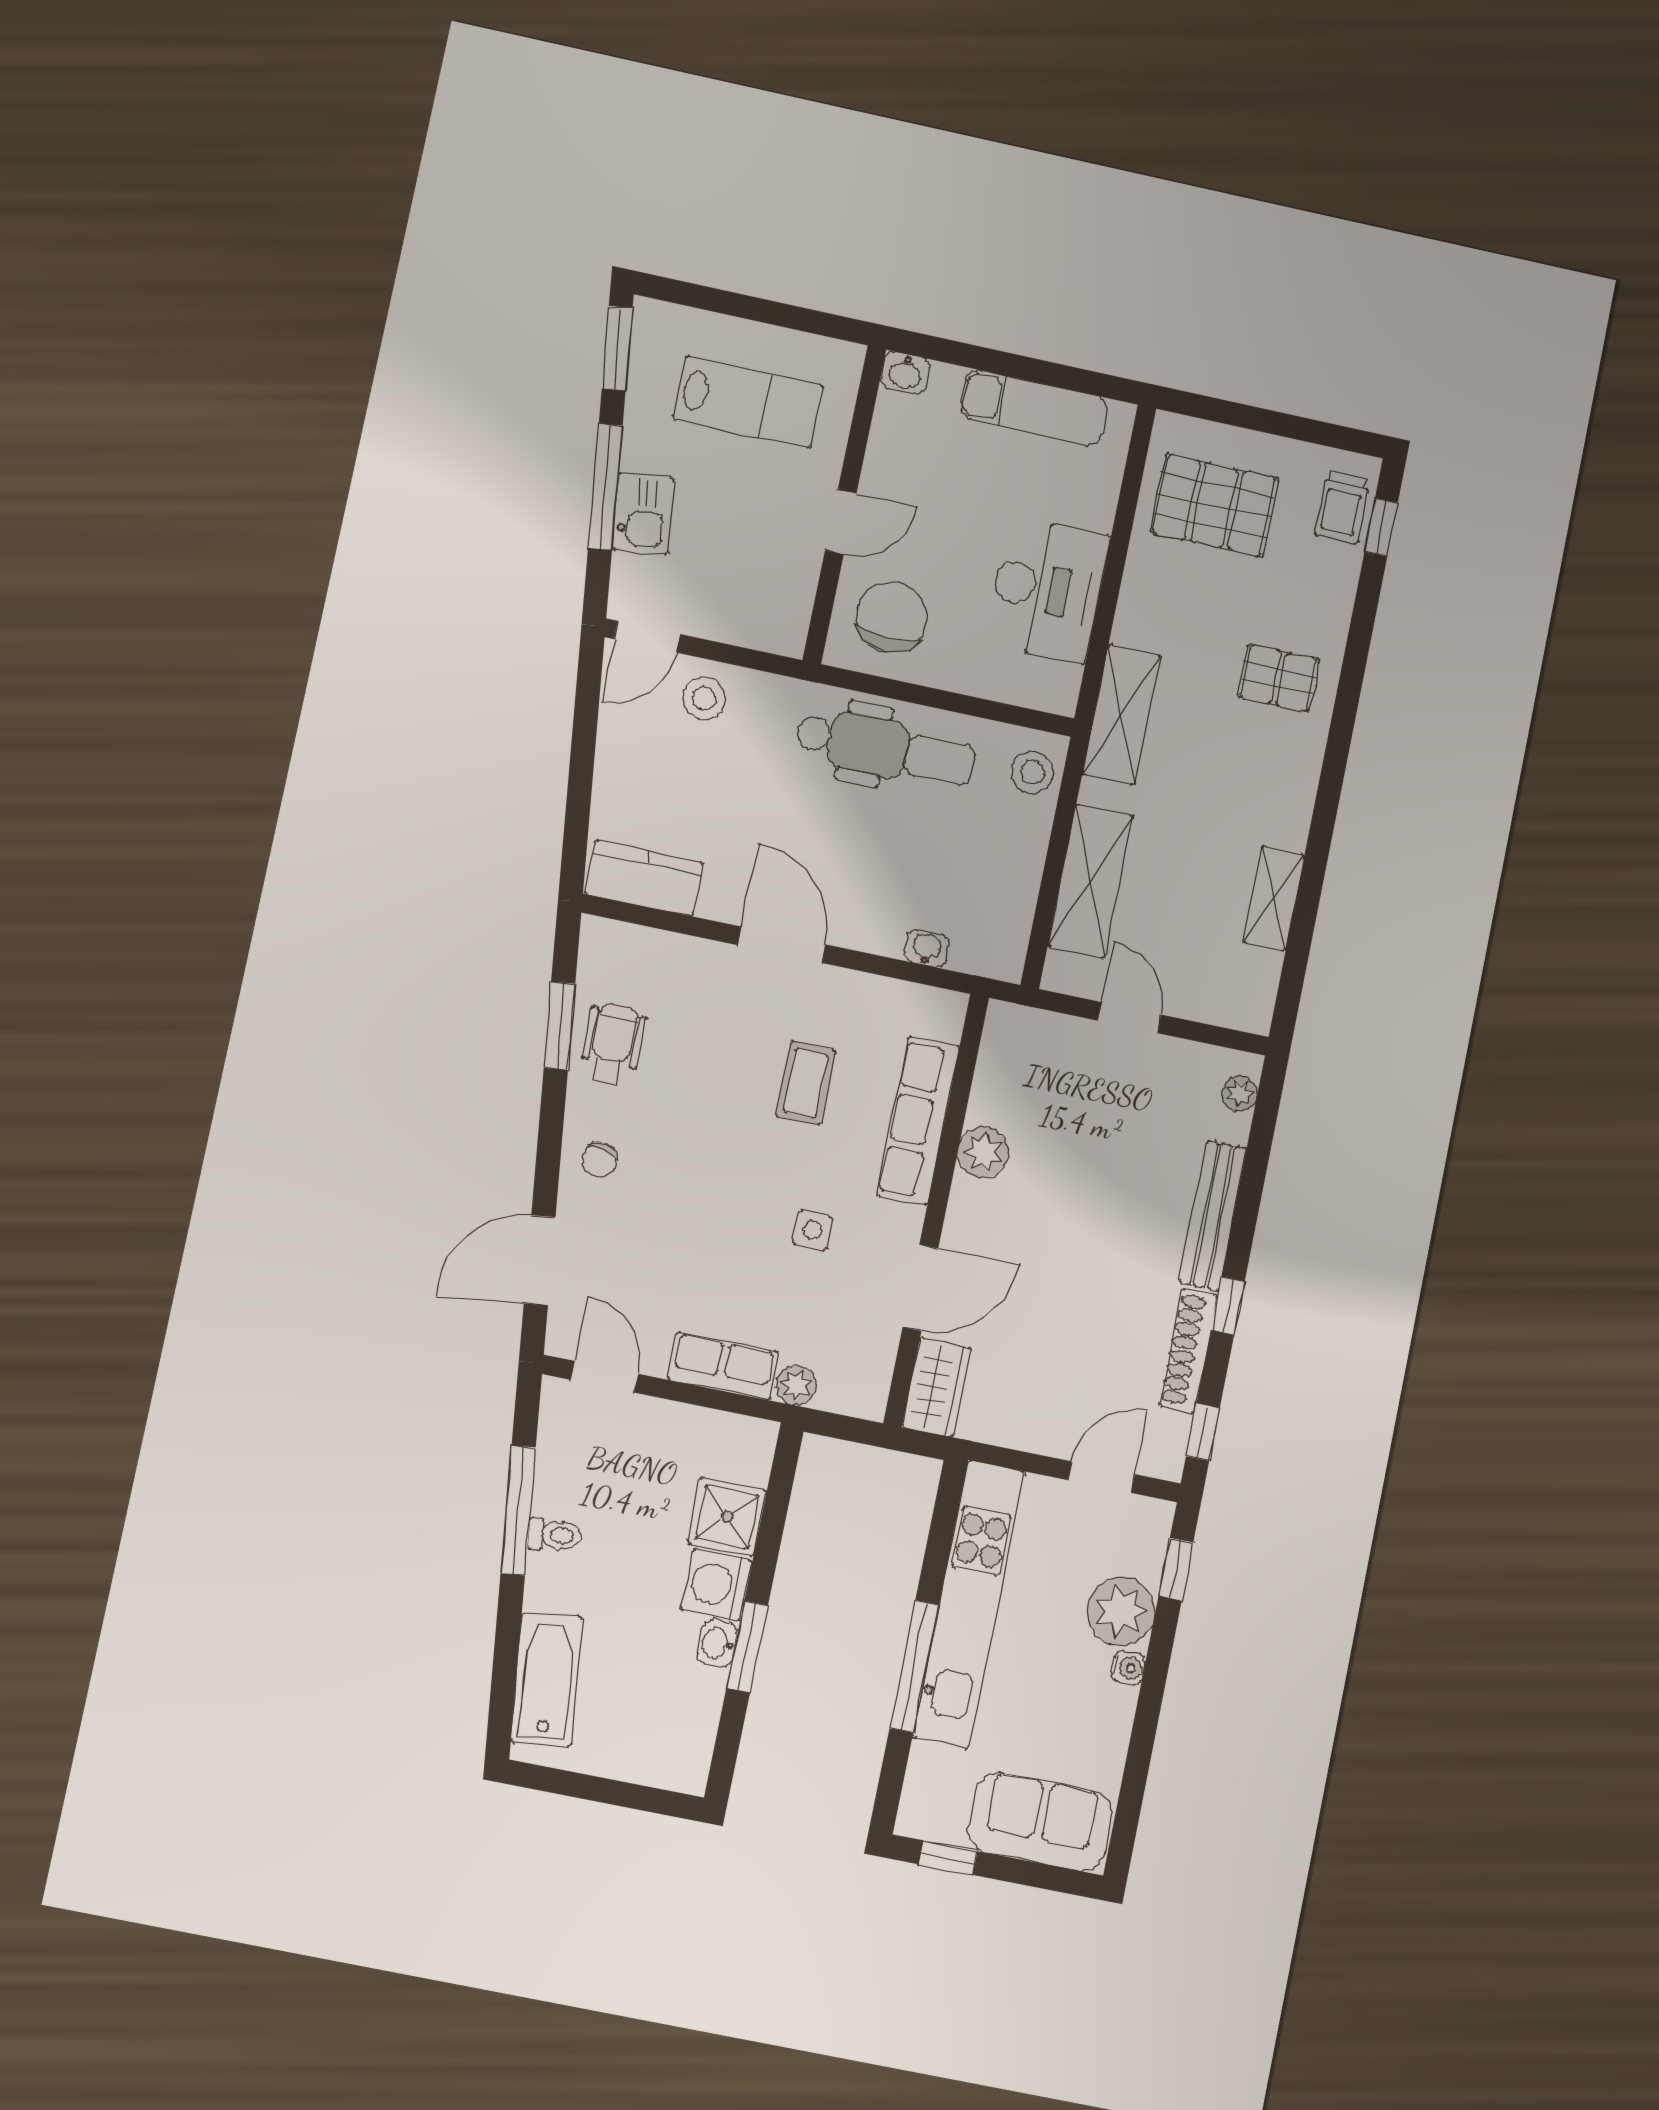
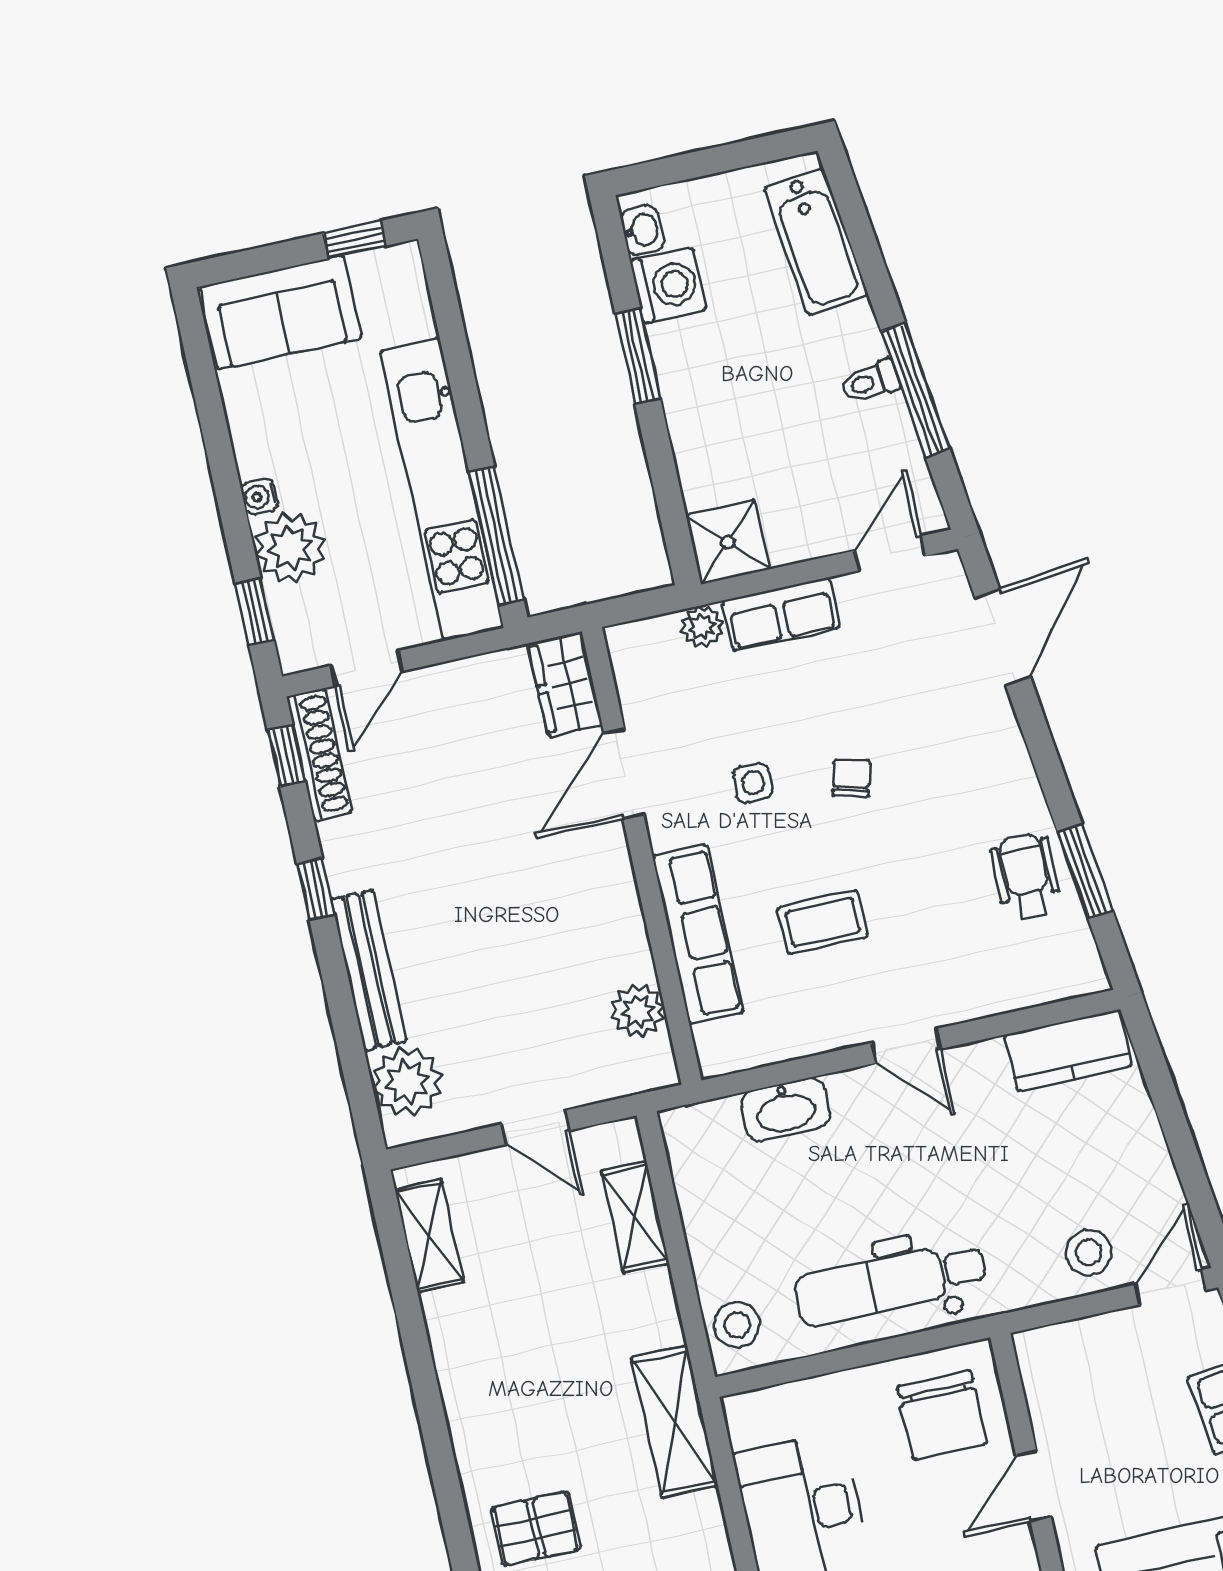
shelving: (1090, 881) -> (635, 1217), width x0.67, depth x0.75
shelving: (1274, 898) -> (429, 1236), moved
door: (782, 945) -> (906, 1046), width x0.73
washbasin: (927, 948) -> (785, 1109), width x1.91, depth x1.45
wheelchair: (613, 1044) -> (1026, 877), turned 180
coffee table: (806, 1083) -> (823, 922), turned 90
plant: (1240, 1093) -> (407, 1082), width x1.88, depth x1.88
plant: (983, 1152) -> (638, 1011), moved
chair: (599, 1160) -> (851, 778), moved
shoe rack: (1188, 1350) -> (319, 755), moved
door: (604, 1377) -> (890, 553), swing flipped
shower: (727, 1517) -> (728, 542), moved
washing machine: (716, 1585) -> (668, 286), moved
washbasin: (717, 1643) -> (642, 230), moved
window: (914, 1666) -> (496, 536), moved

